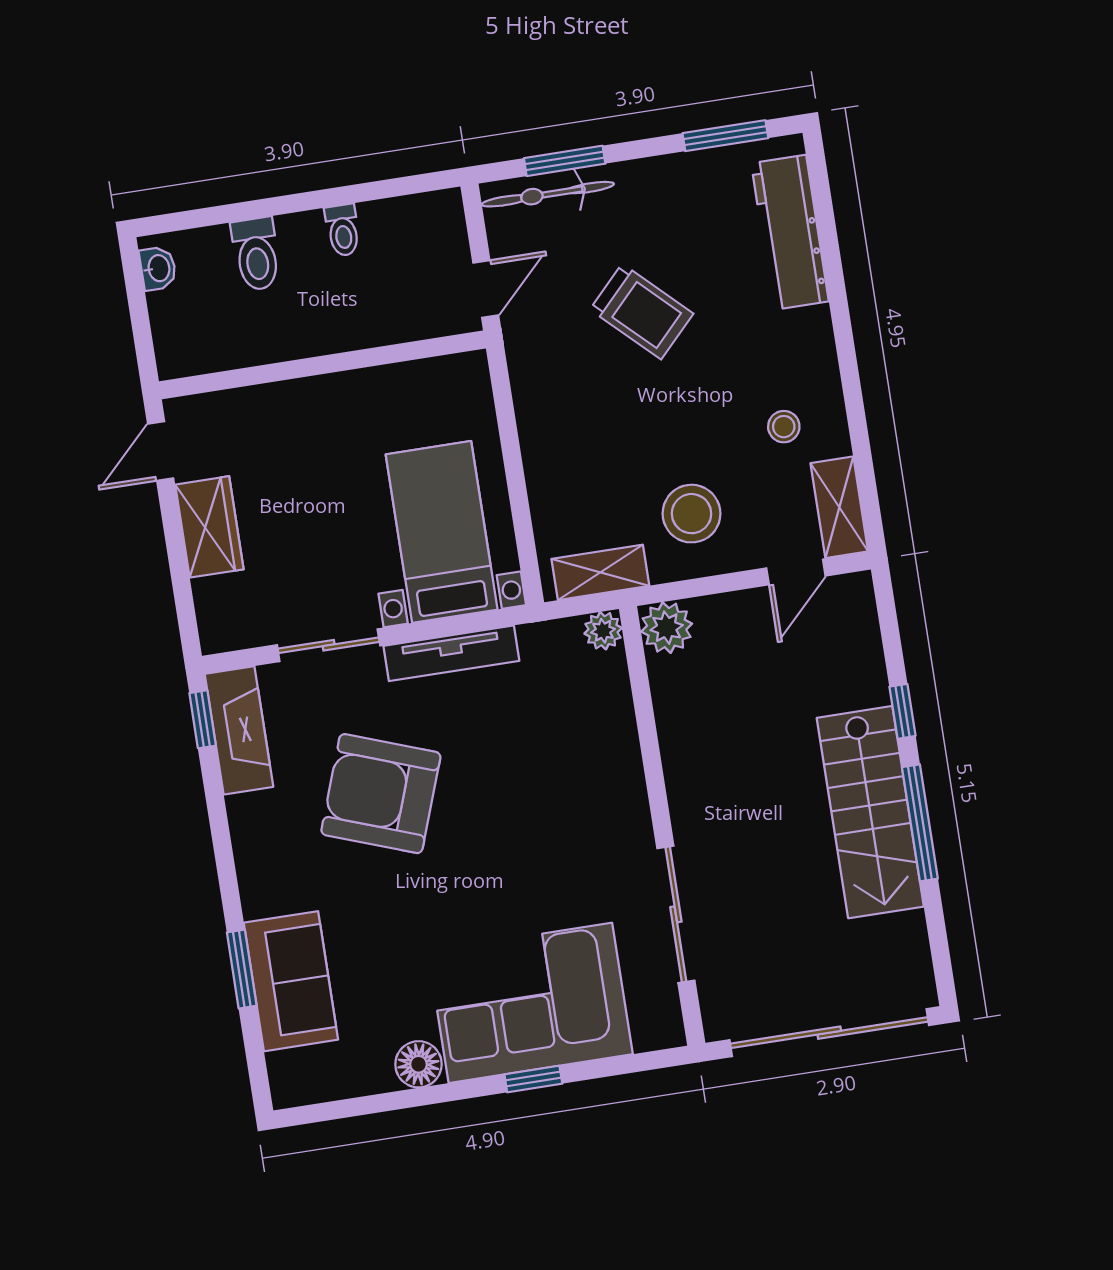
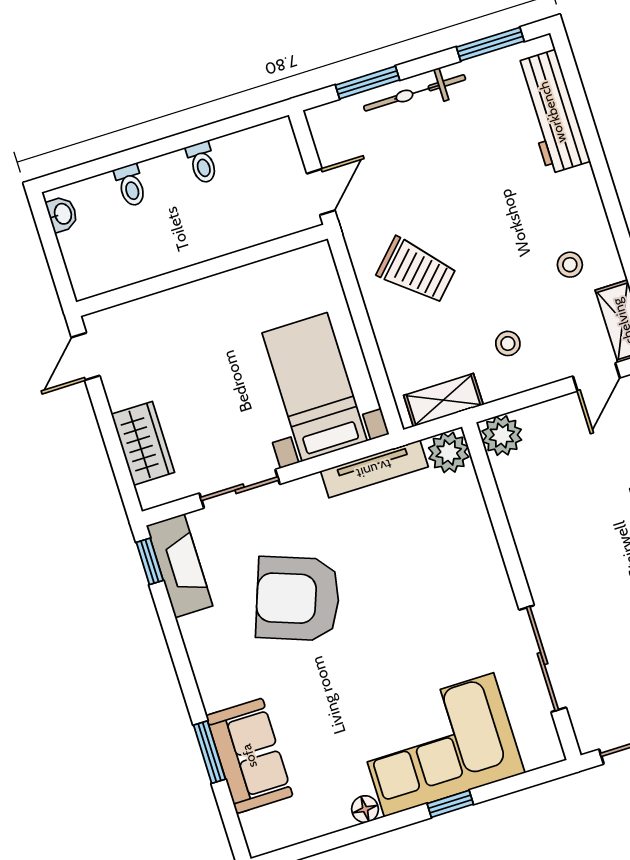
bicycle: (548, 194) -> (415, 93), moved
toilet: (256, 254) -> (131, 185), width x0.73, depth x0.72
trolley: (642, 311) -> (416, 271), moved
stool: (691, 514) -> (508, 343), width x0.53, depth x0.53
wardrobe: (209, 527) -> (143, 443), moved
plant: (603, 631) -> (449, 452), width x1.38, depth x1.38
tv unit: (451, 653) -> (374, 469), moved
floor lamp: (418, 1064) -> (365, 809), width x0.73, depth x0.73

